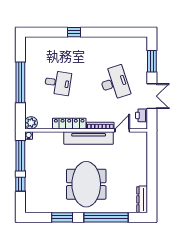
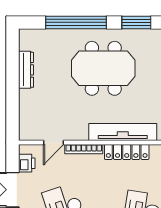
tv unit: (89, 138) -> (123, 132), moved
meeting table: (86, 184) -> (103, 68), turned 90
dresser: (142, 199) -> (26, 70), moved

